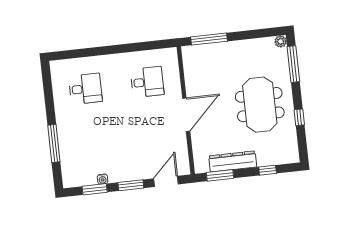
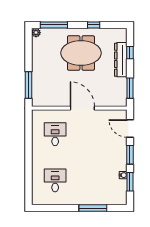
dresser: (233, 161) -> (121, 60), moved

